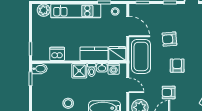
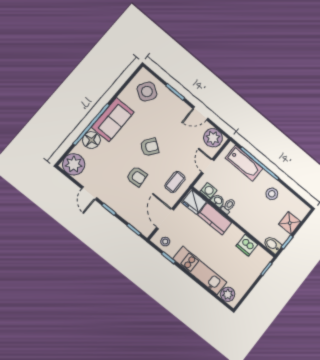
coffee table: (141, 56) -> (175, 182), width x0.54, depth x0.58
armchair: (177, 66) -> (150, 147), turned -144
shower: (79, 71) -> (290, 223), moved
armchair: (169, 92) -> (177, 130), removed

